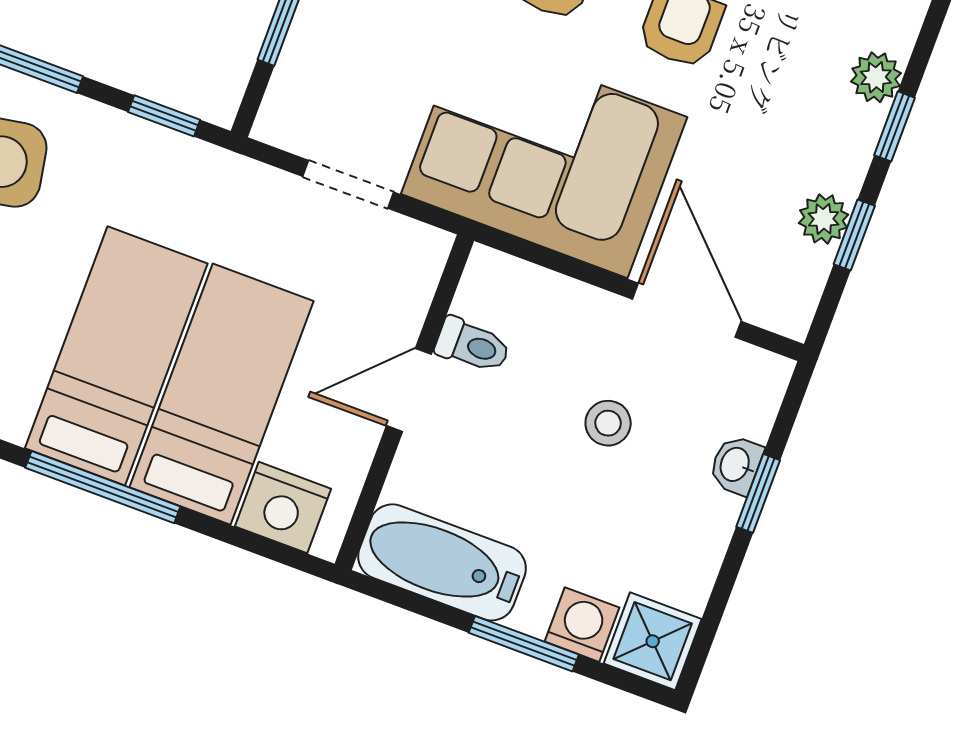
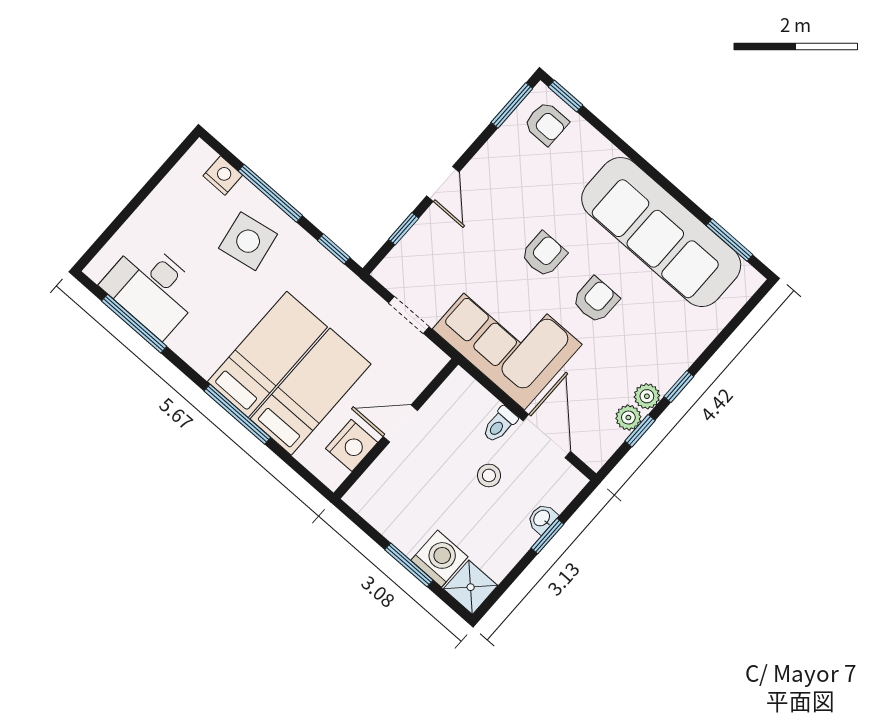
plant: (876, 77) -> (647, 396), moved
toilet: (473, 345) -> (500, 425), moved, turned 90
nightstand: (283, 508) -> (352, 445), moved, turned -90
bathtub: (442, 562) -> (385, 511), removed
washing machine: (582, 625) -> (439, 559), width x1.38, depth x1.38

